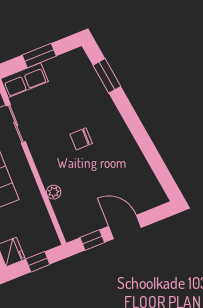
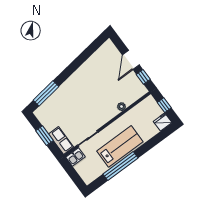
window: (107, 76) -> (46, 93), width x1.44
chair: (81, 139) -> (86, 99), removed

